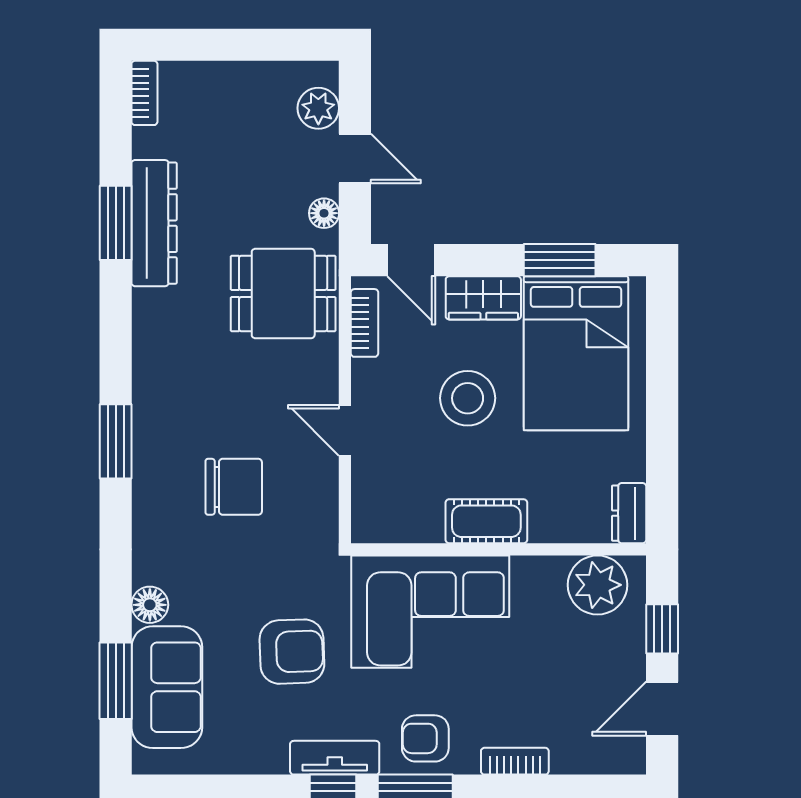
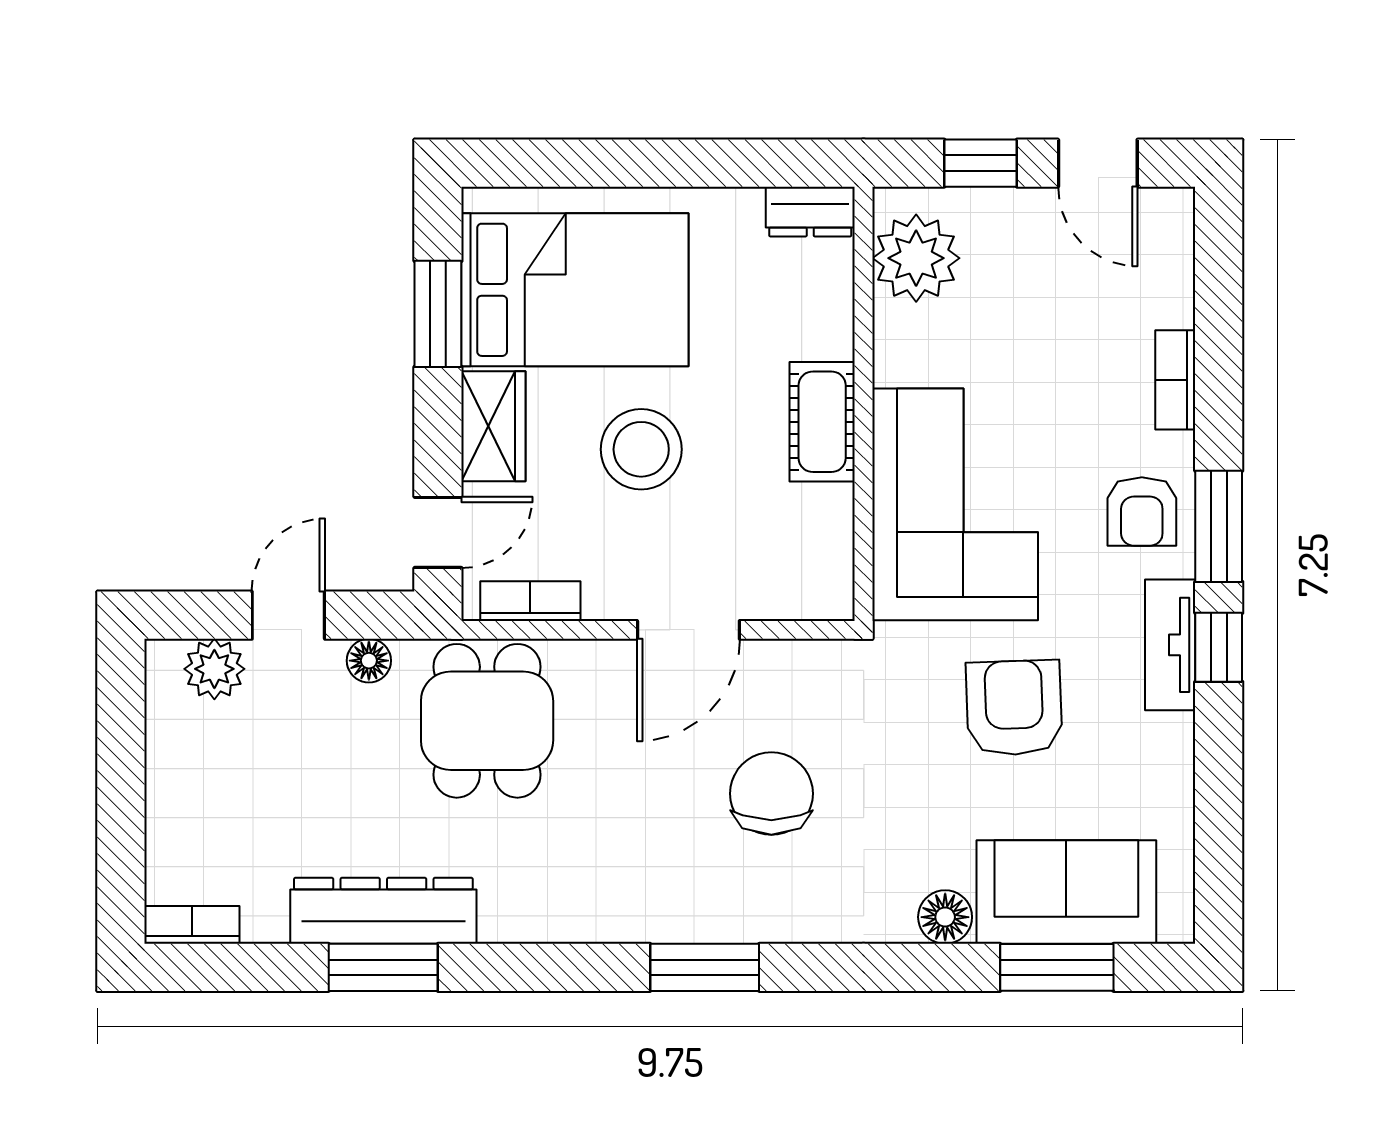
door: (345, 430) -> (688, 630), width x1.38

